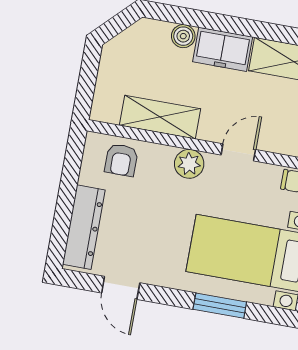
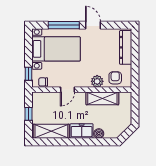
plant: (189, 164) -> (97, 81), moved
door: (121, 288) -> (93, 25), moved
window: (220, 306) -> (64, 25), width x1.44

